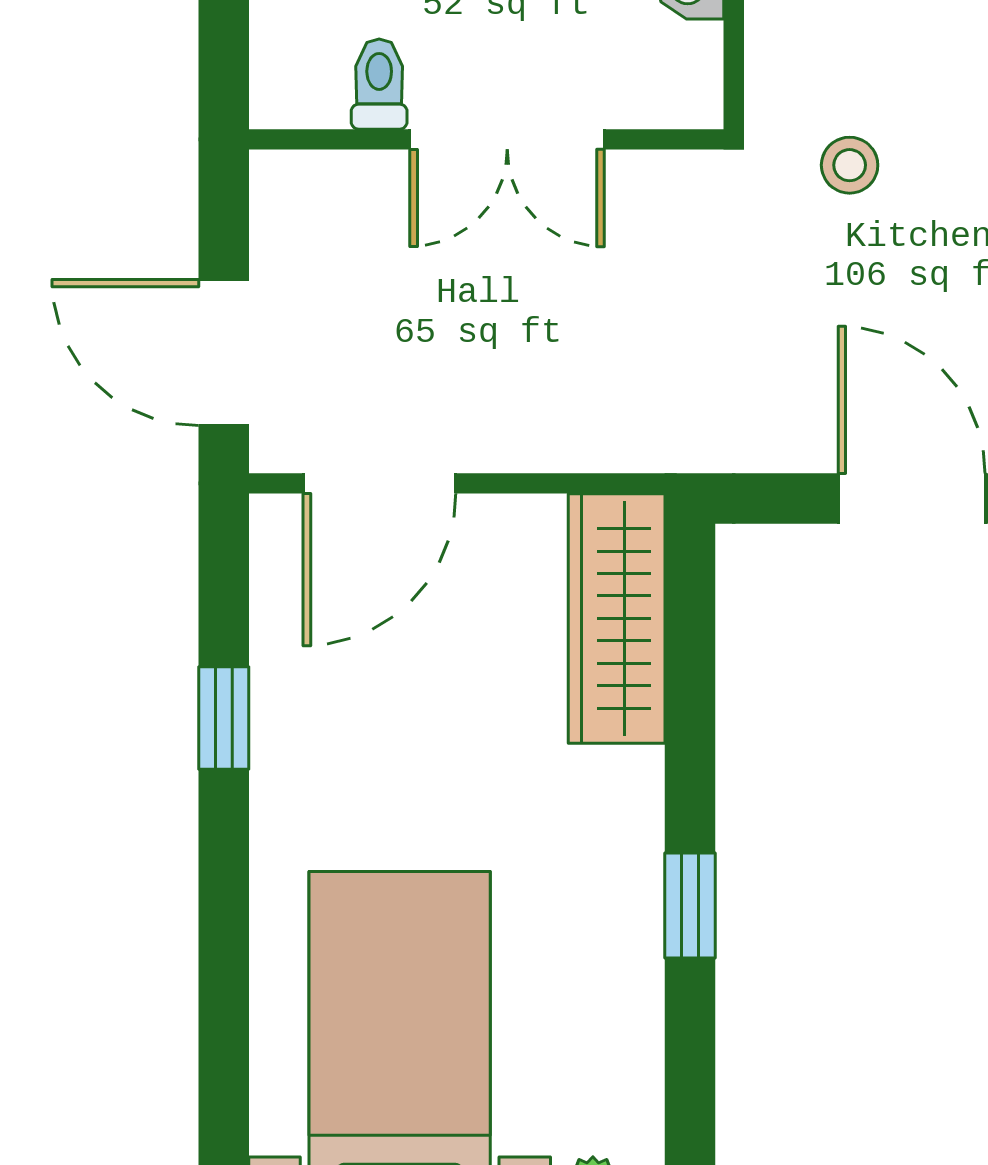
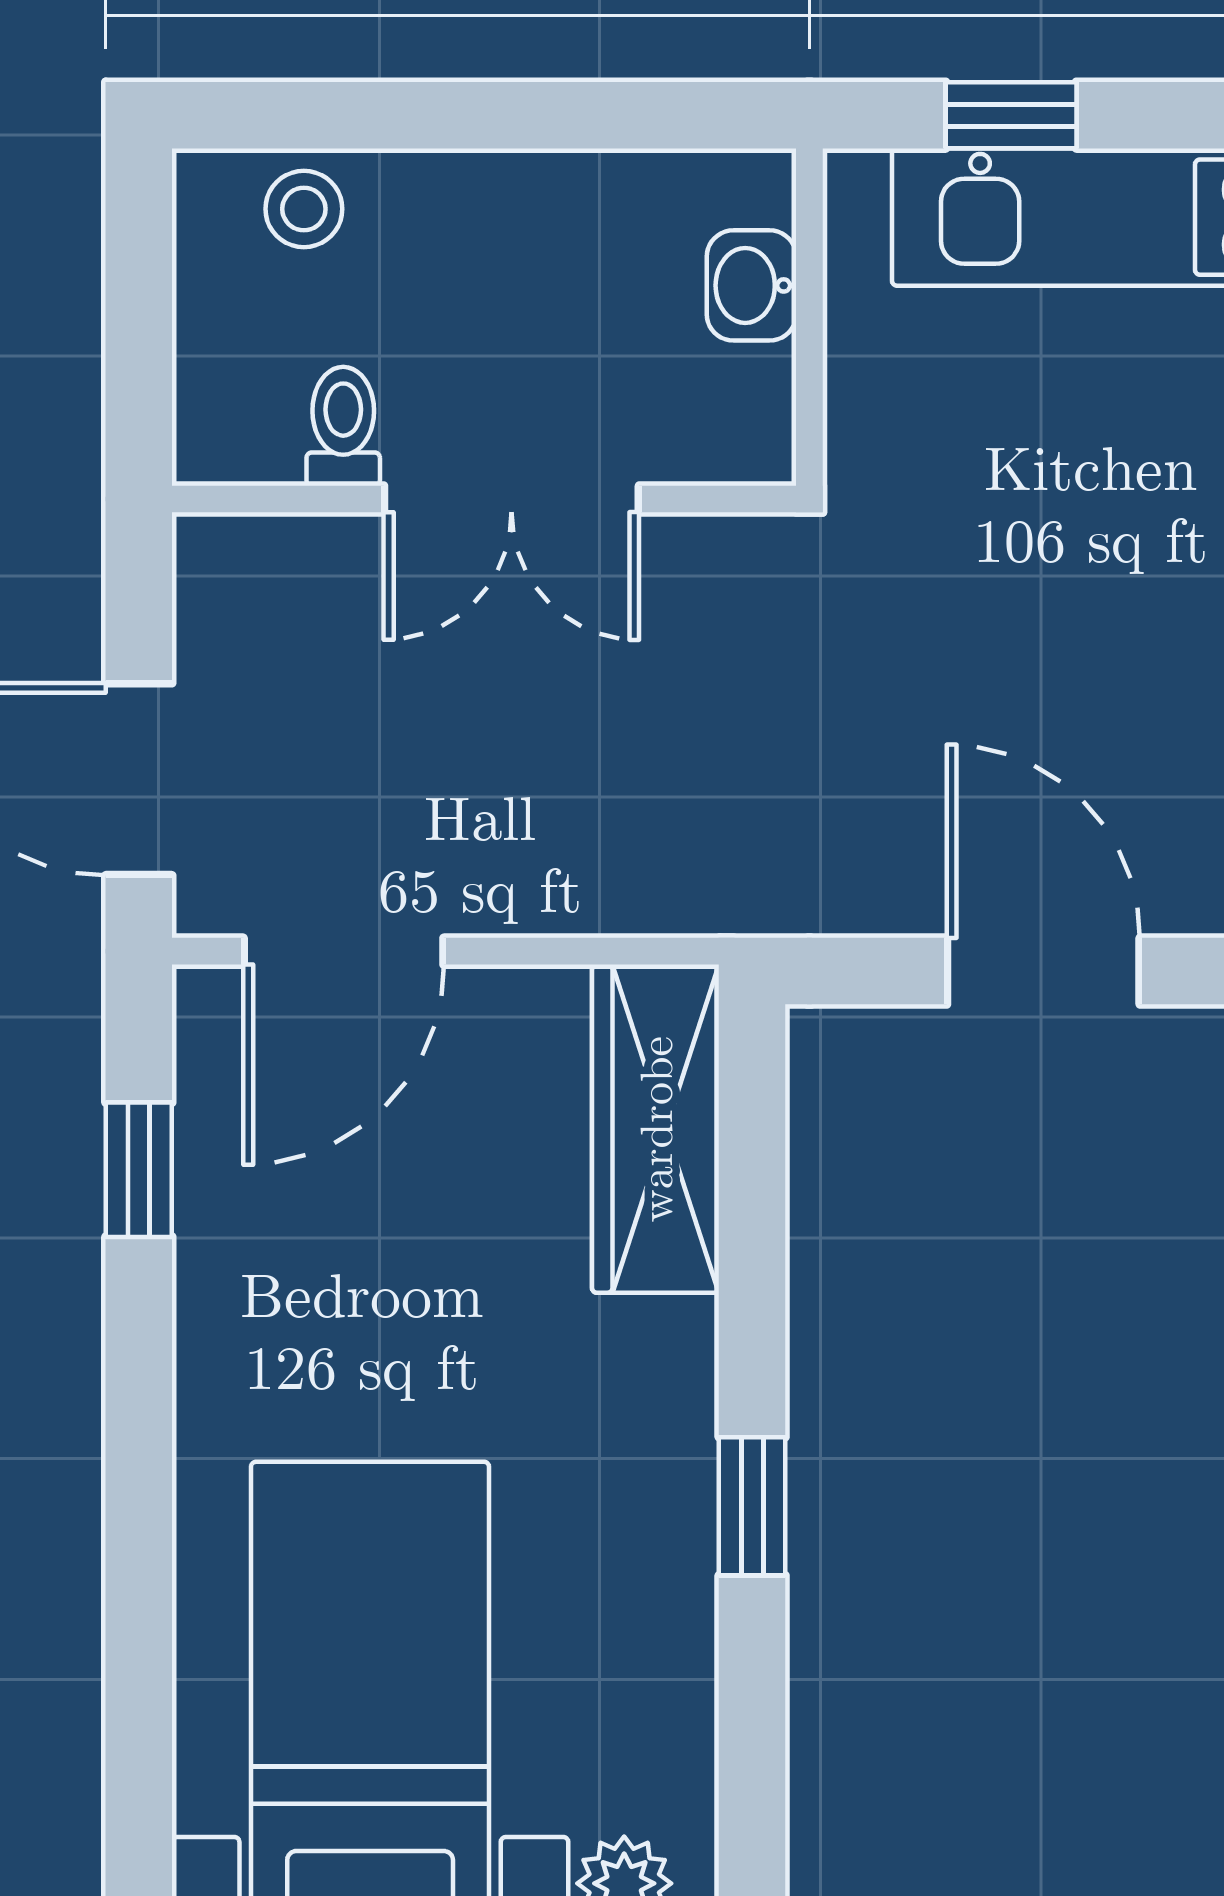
stool: (850, 165) -> (962, 533), removed
window: (224, 718) -> (139, 1170), moved

